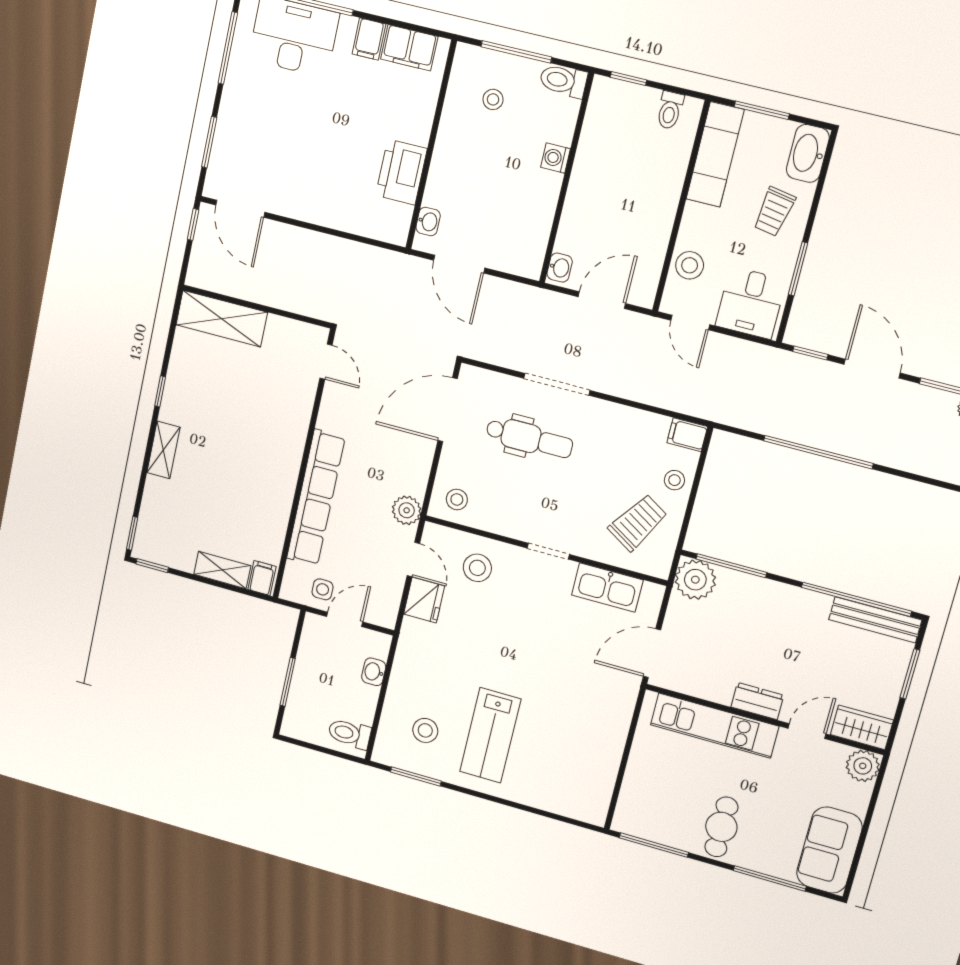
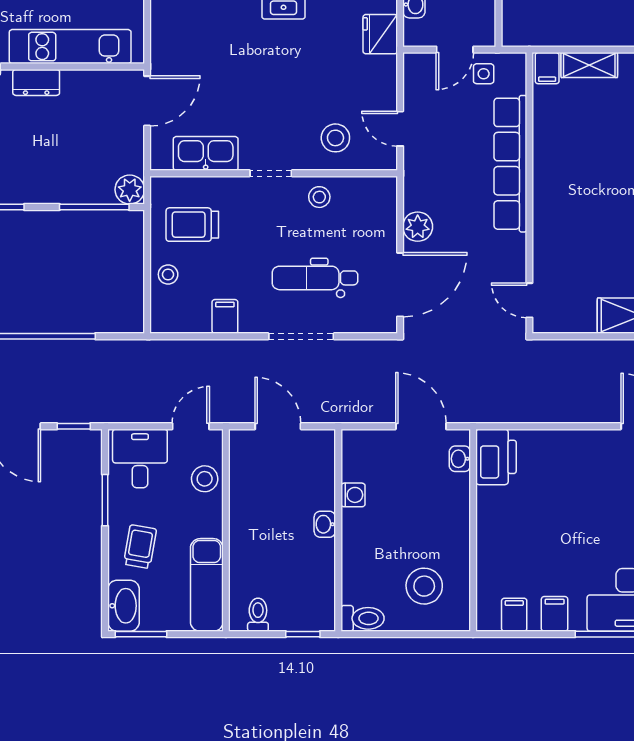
filing cabinet: (409, 48) -> (514, 615), width x0.50
window: (516, 52) -> (413, 634), removed
stool: (493, 99) -> (424, 586), width x1.89, depth x1.89
window: (762, 110) -> (141, 634), moved
washing machine: (555, 158) -> (353, 495), moved
printer: (401, 172) -> (496, 457), moved
washbasin: (560, 268) -> (325, 524), moved
door: (602, 300) -> (278, 426), swing flipped
door: (690, 323) -> (191, 426), hinge flipped
filing cabinet: (687, 435) -> (225, 316), moved, turned -90
stool: (457, 499) -> (319, 197), moved
plant: (407, 510) -> (418, 227), moved
trolley: (638, 522) -> (192, 225), turned 58
plant: (695, 580) -> (130, 190), width x0.73, depth x0.73
fridge: (424, 600) -> (380, 34), moved

